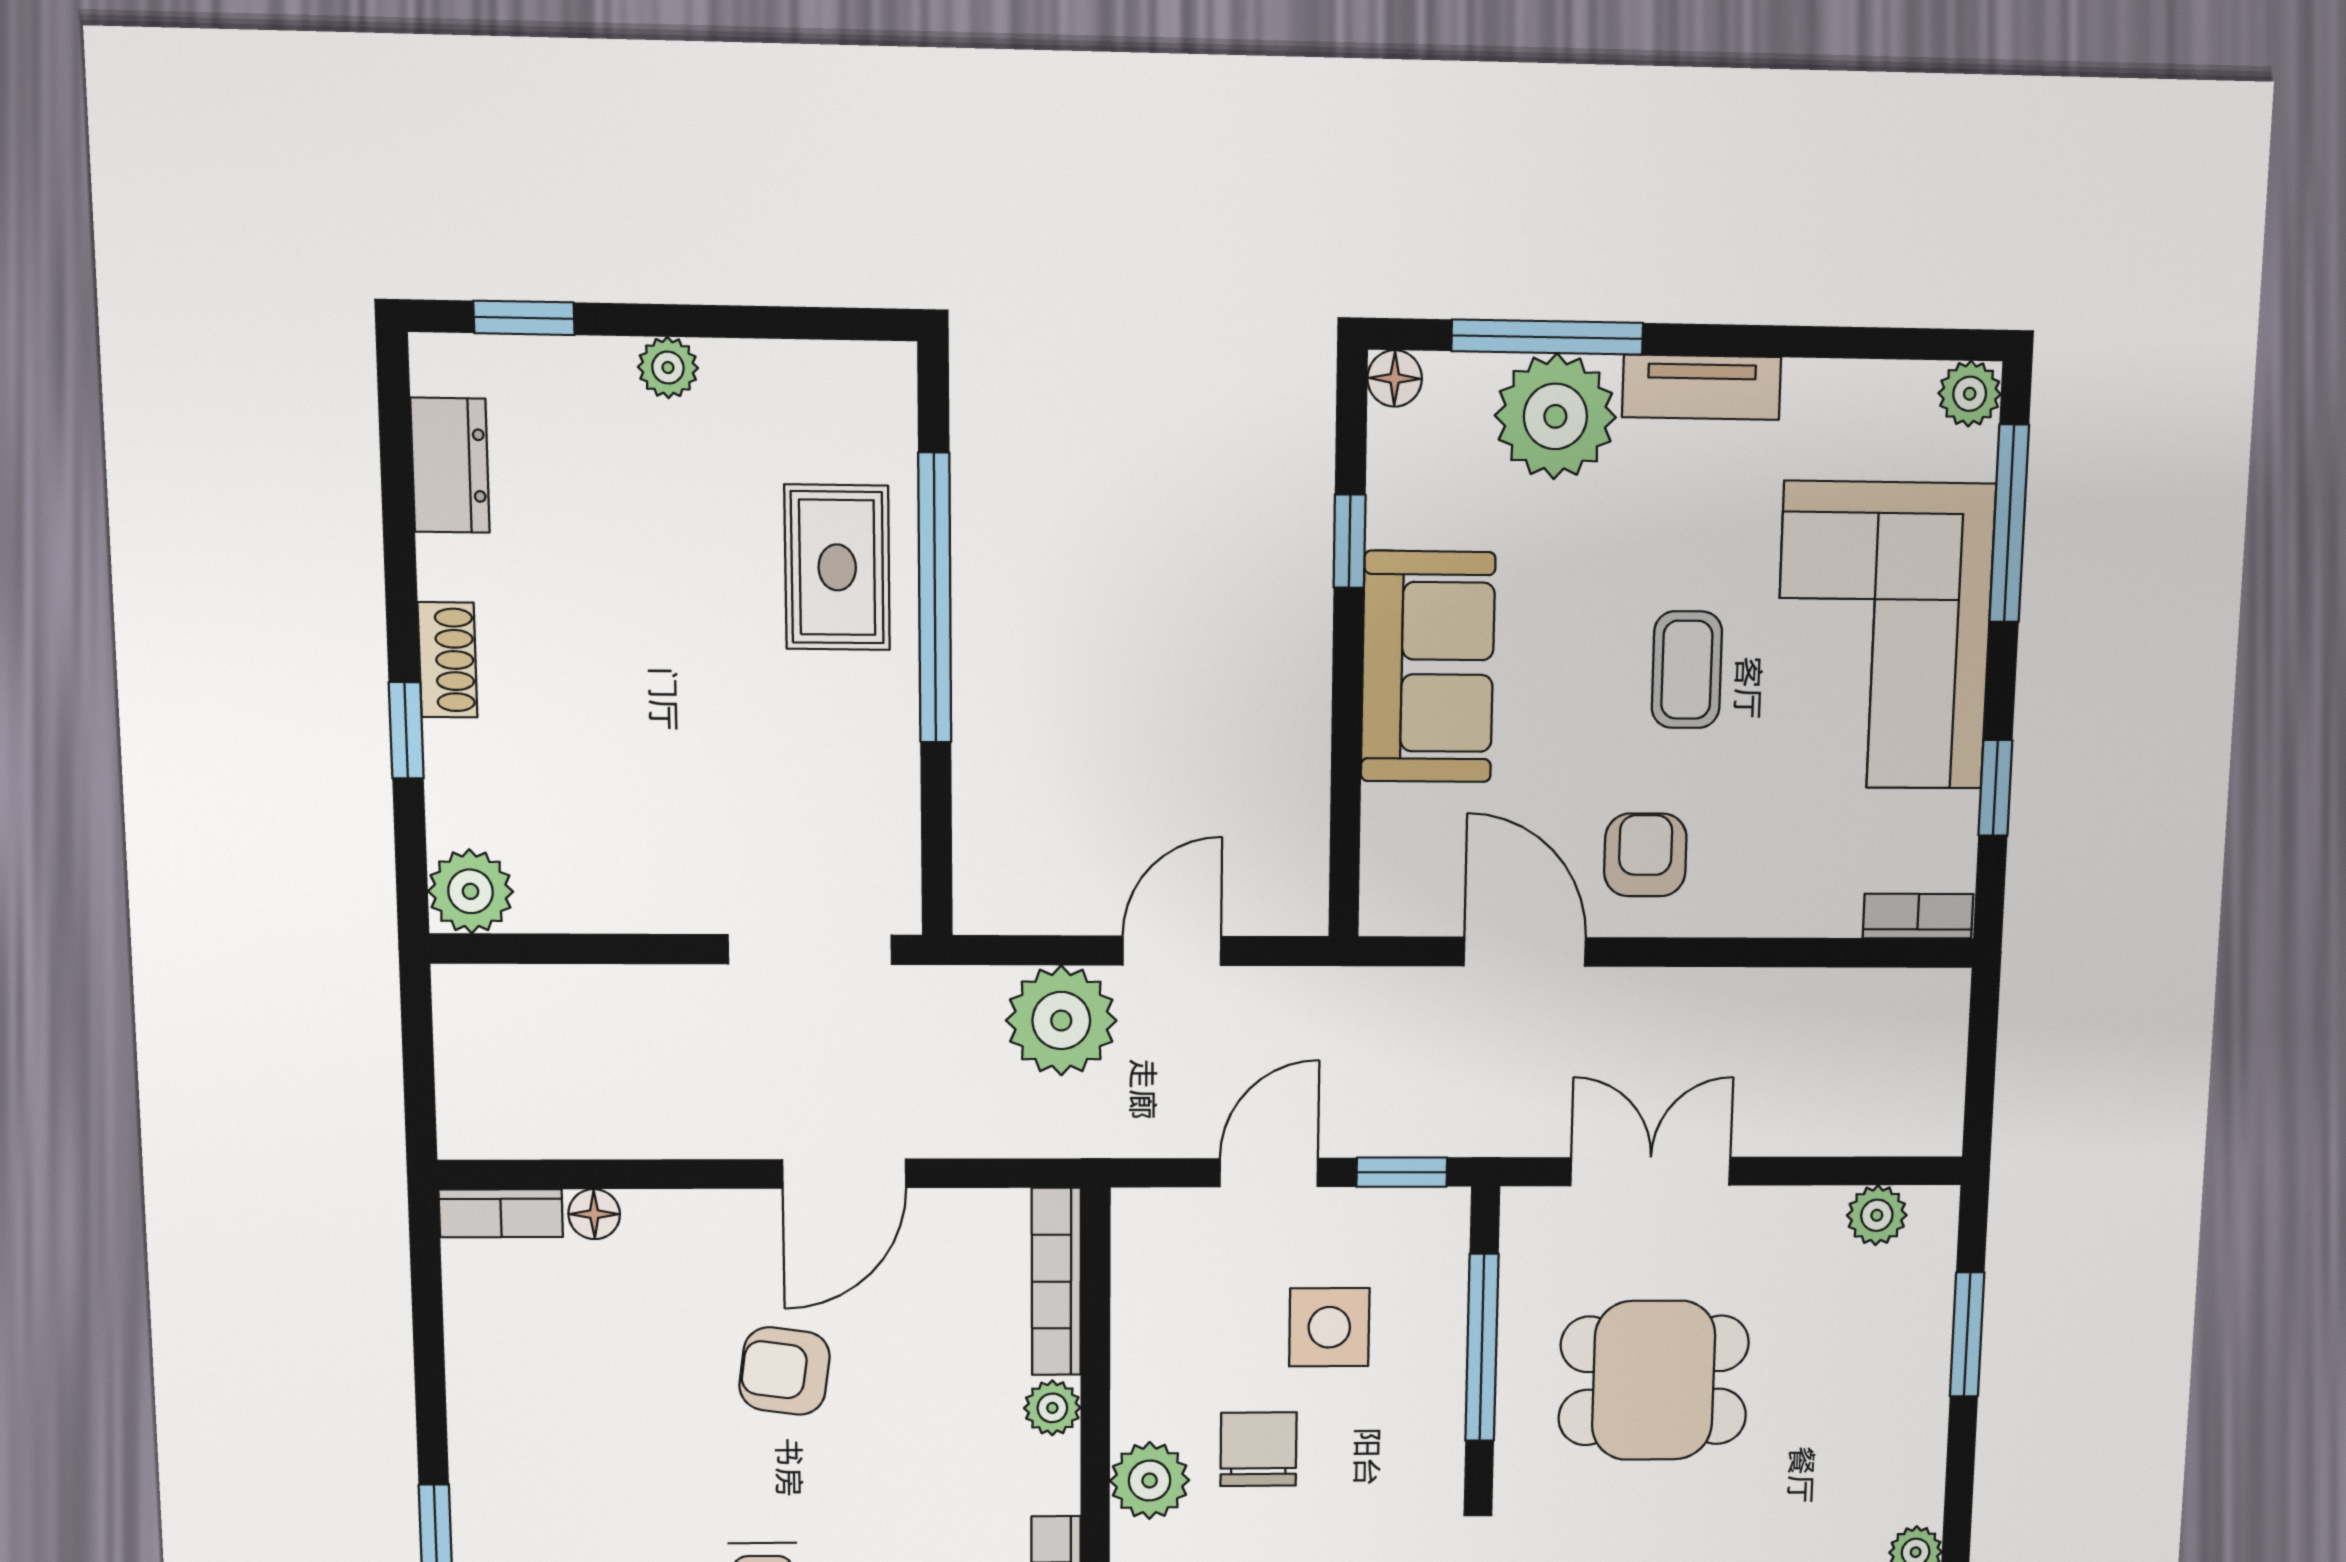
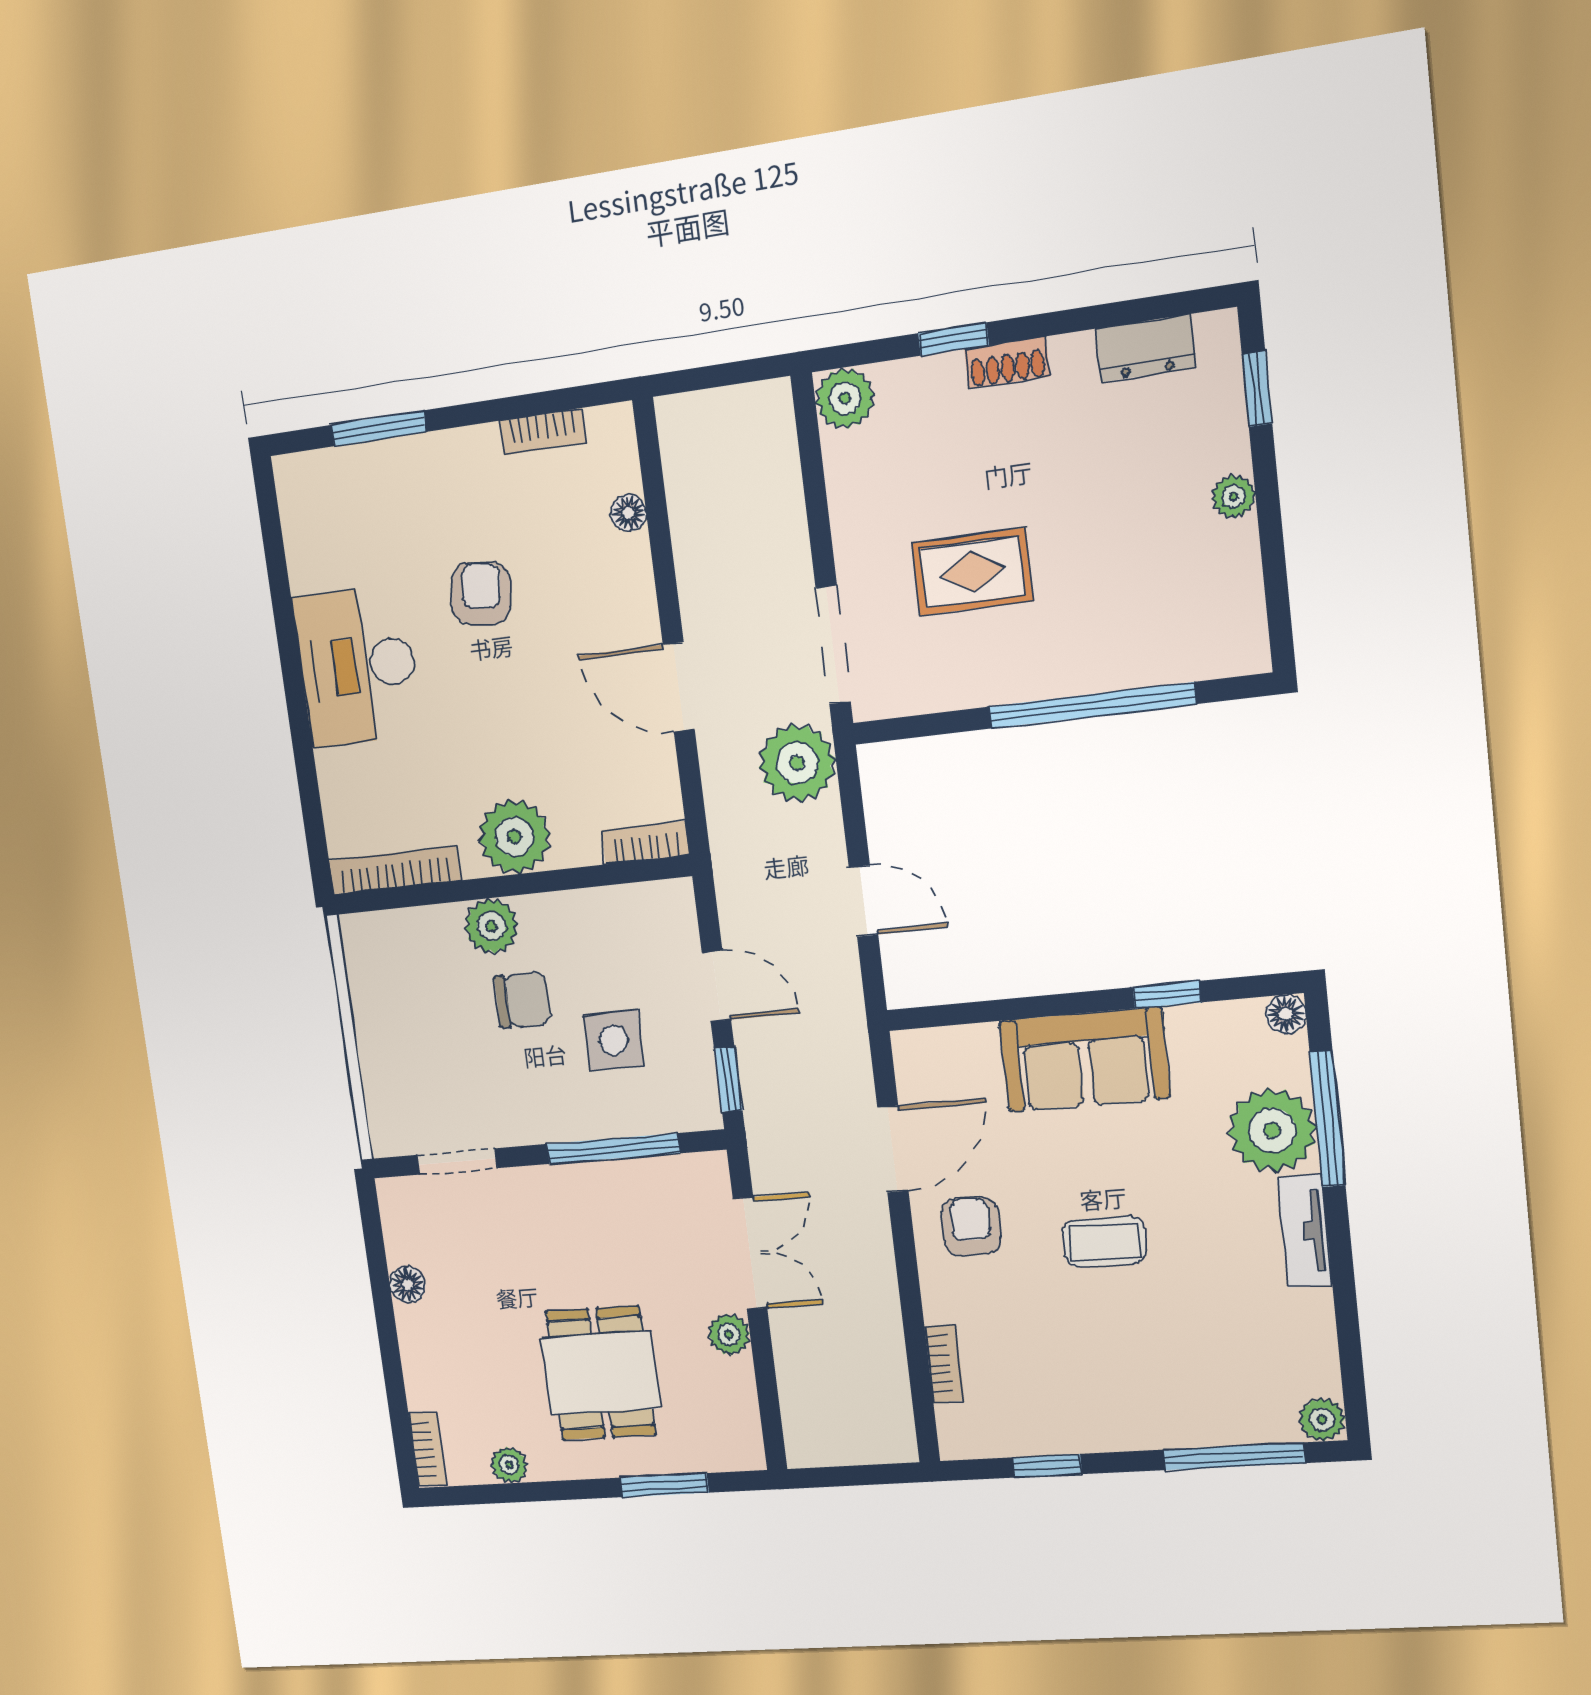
rug: (837, 567) -> (972, 572), moved
corner sofa: (1884, 636) -> (1144, 1377), removed
armchair: (1645, 855) -> (971, 1226), turned -90
bookcase: (1918, 916) -> (944, 1364), moved
plant: (1061, 1021) -> (797, 763), moved
bookcase: (501, 1213) -> (543, 432), moved, turned -90
plant: (1877, 1215) -> (729, 1335), moved
bookcase: (1056, 1282) -> (645, 843), width x0.64
armchair: (785, 1371) -> (481, 593), moved
dining table: (1654, 1380) -> (601, 1373), moved
plant: (1052, 1408) -> (514, 837), width x1.88, depth x1.88

